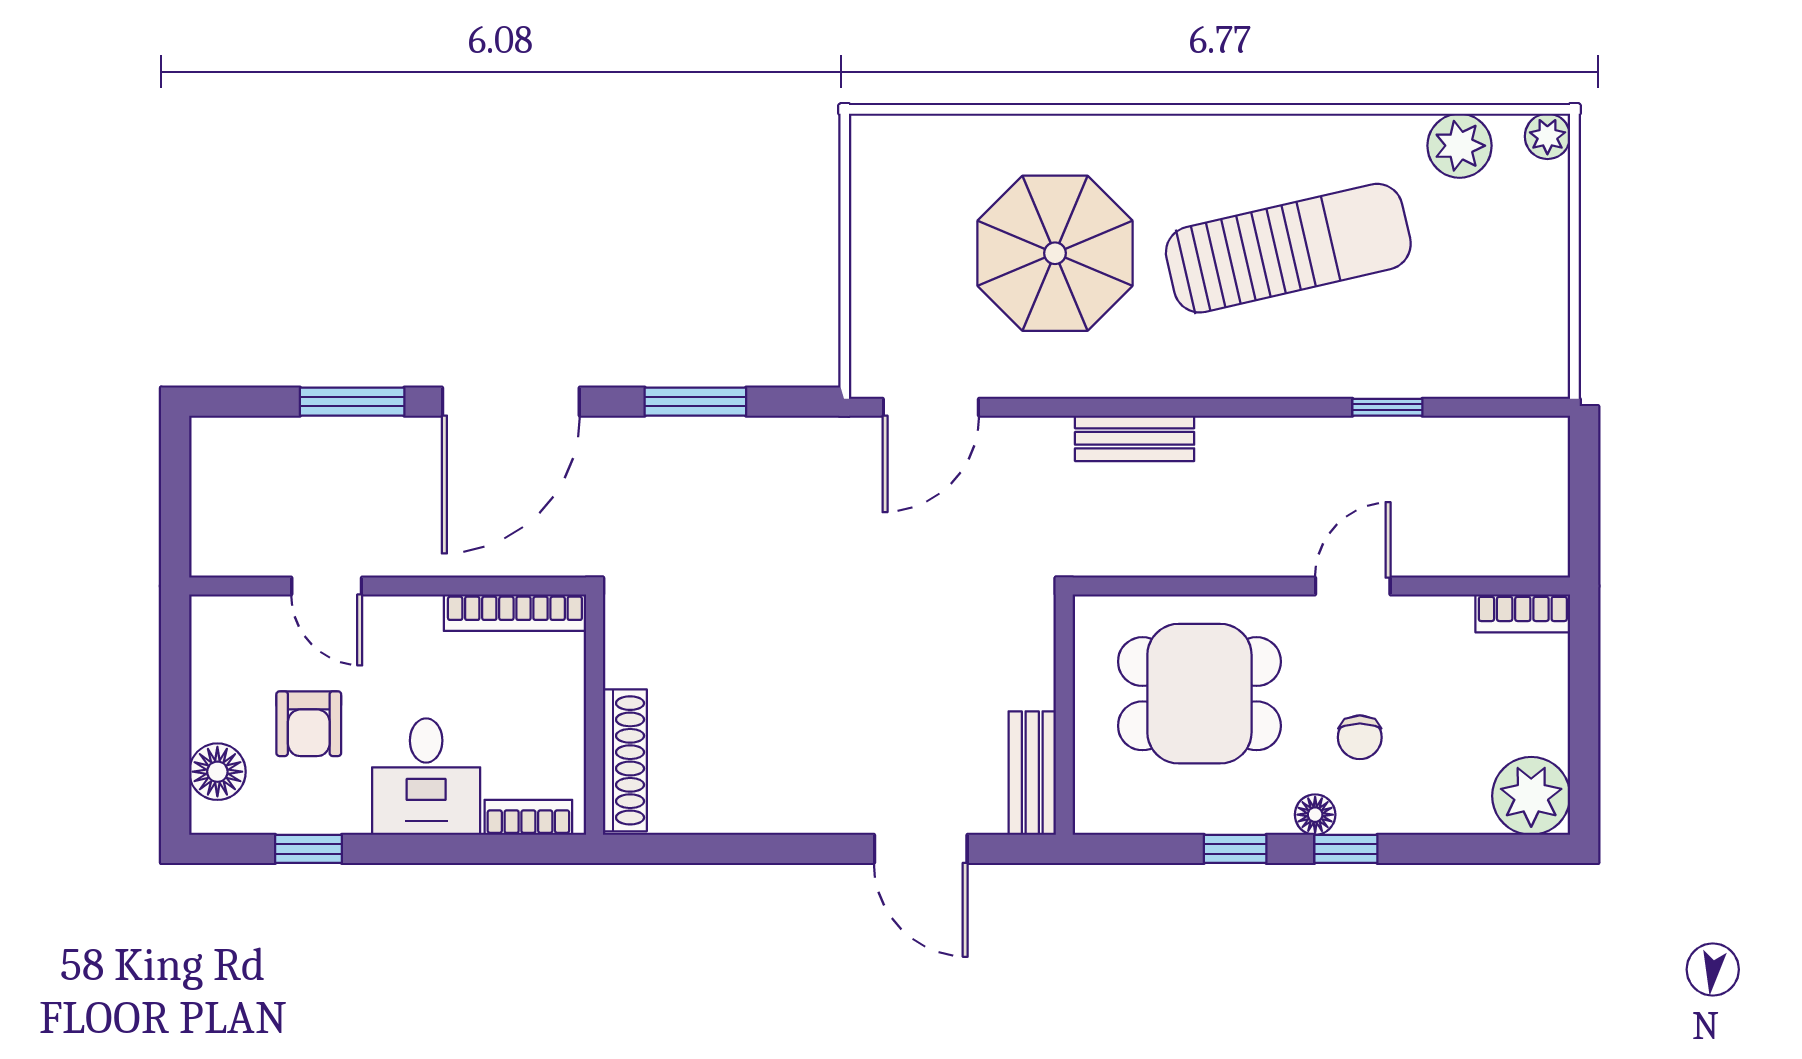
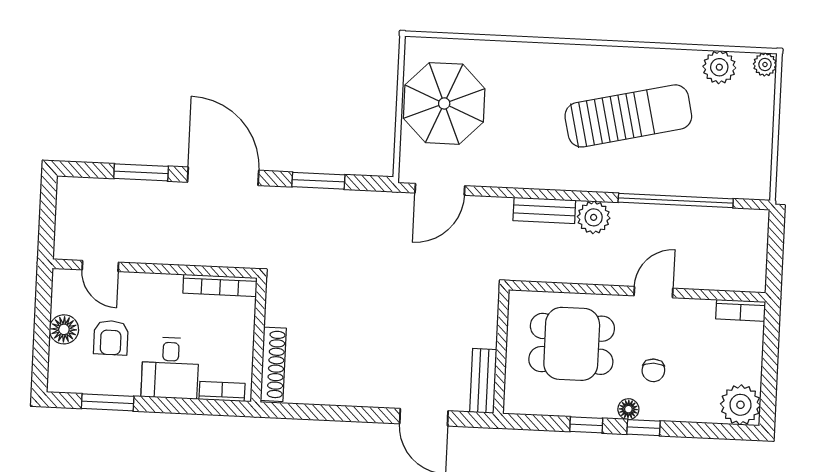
parasol: (1055, 253) -> (444, 103), moved
door: (511, 402) -> (223, 176), swing flipped
window: (1387, 407) -> (676, 200), width x3.17
plant: (1230, 447) -> (594, 217), added
door: (327, 586) -> (100, 266), moved
floor lamp: (217, 772) -> (64, 329), moved
window: (309, 849) -> (108, 402), width x1.50

